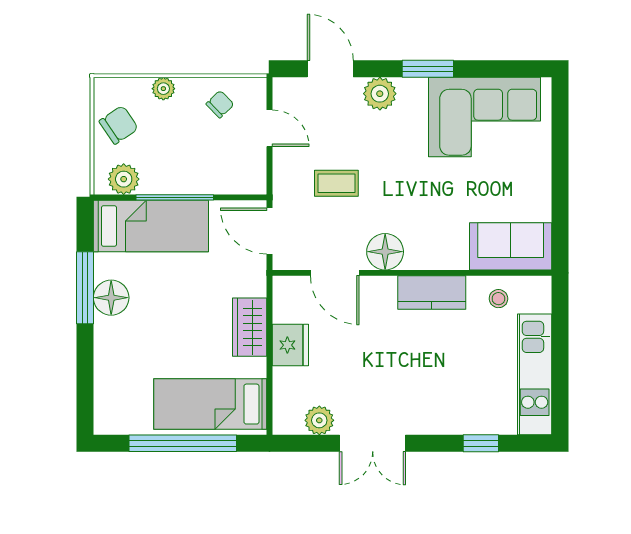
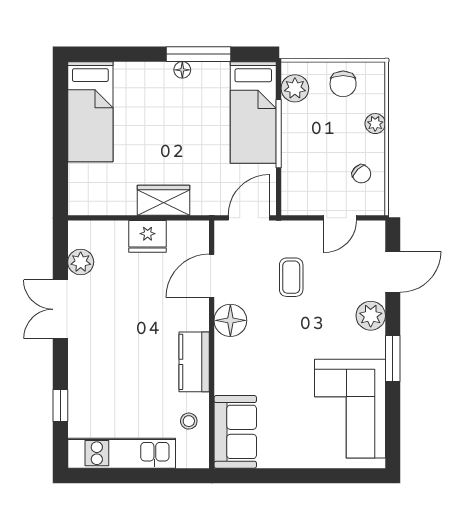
chair: (119, 125) -> (343, 84), turned 34
floor lamp: (111, 298) -> (182, 70), width x0.53, depth x0.53
bed: (210, 404) -> (90, 112), moved, turned 180
window: (183, 443) -> (60, 141), removed

